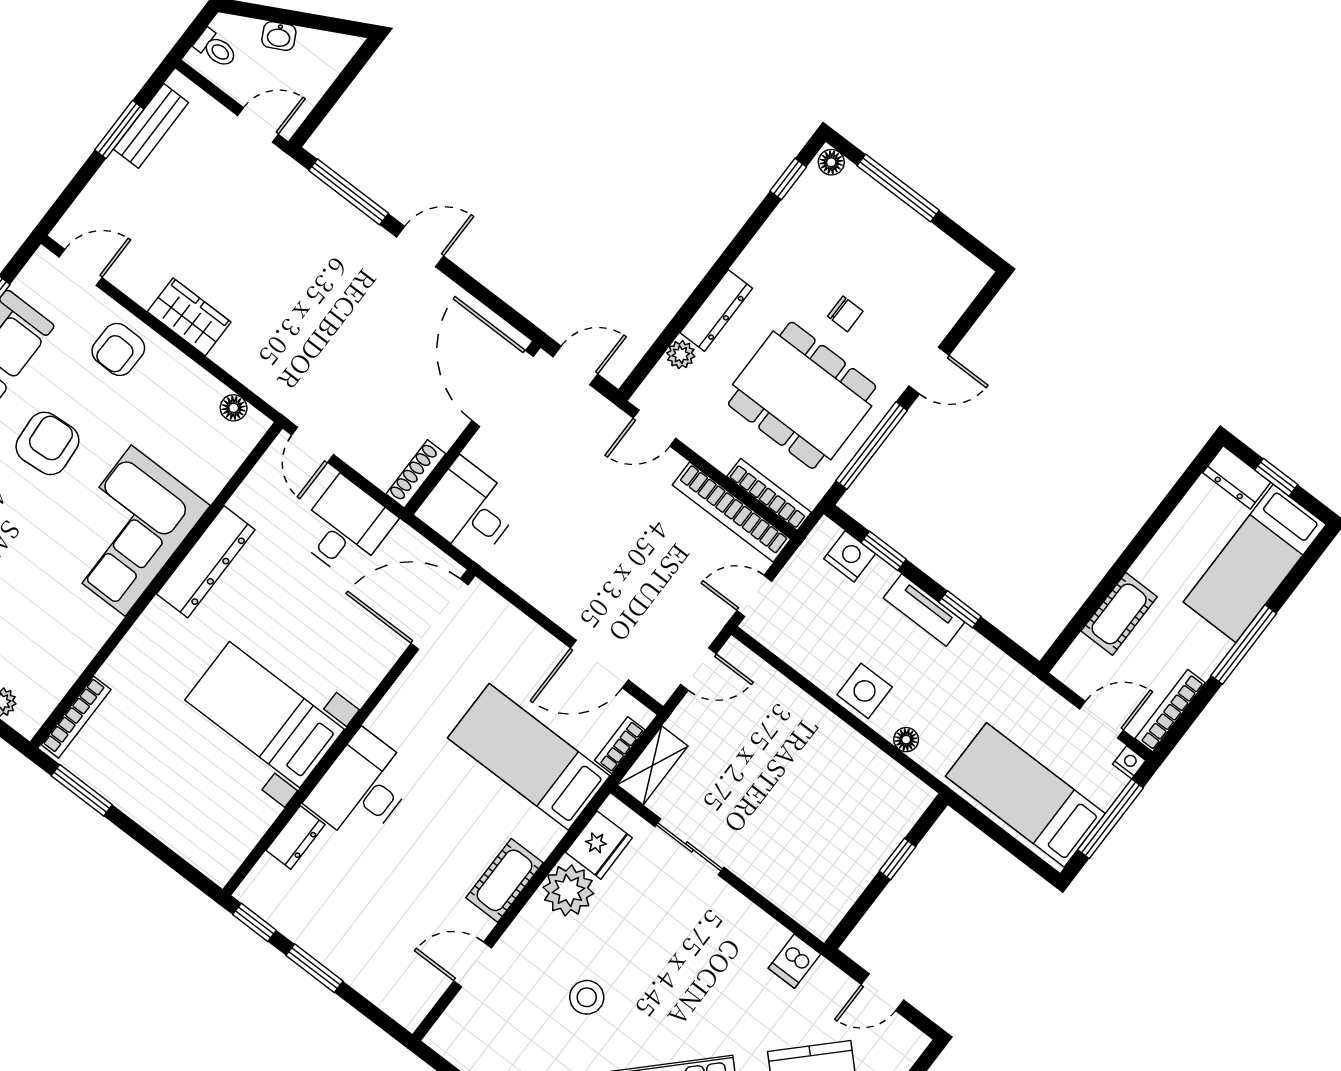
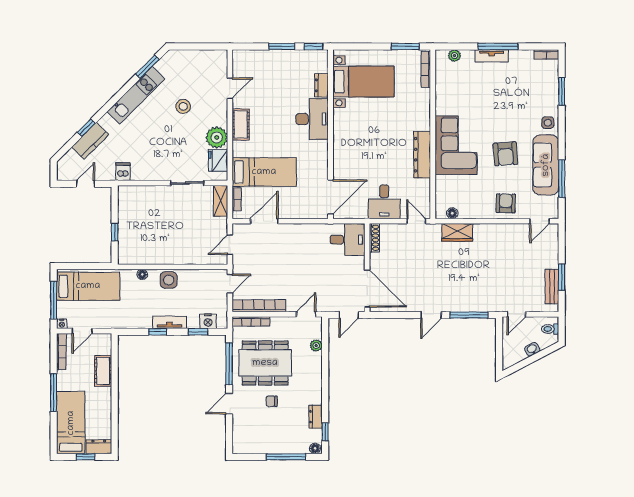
dresser: (716, 310) -> (316, 417), moved, width x0.70
wardrobe: (189, 317) -> (457, 232), moved
bed with nightstands: (265, 715) -> (363, 82), moved

